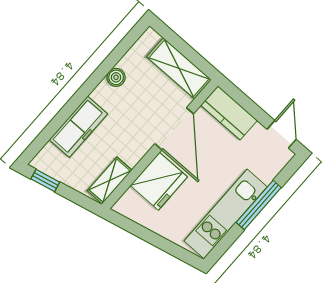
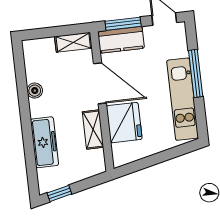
shelving: (179, 68) -> (73, 42), width x0.67, depth x0.75
window: (245, 102) -> (123, 24), added
shelving: (110, 180) -> (93, 130), moved

